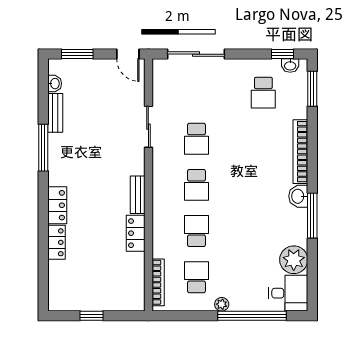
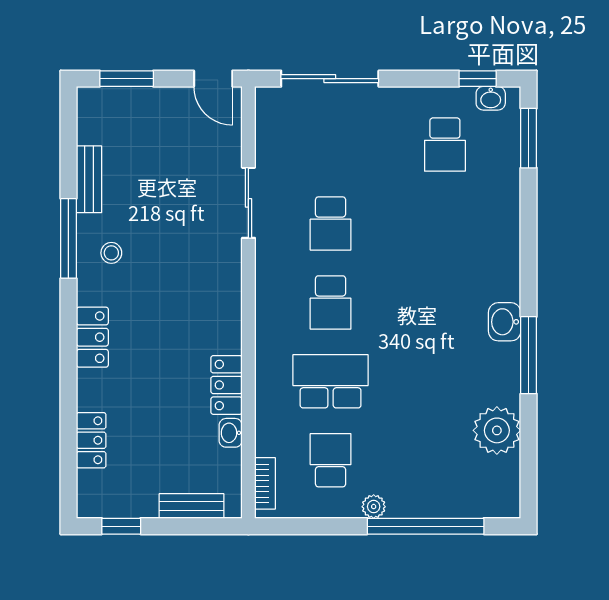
washbasin: (55, 84) -> (231, 433), moved, turned 180
bookcase: (300, 152) -> (508, 245), removed
stool: (68, 156) -> (111, 253), added
bench: (138, 195) -> (192, 506), moved, turned 90
school desk: (196, 231) -> (331, 381), width x1.85
locker: (56, 242) -> (91, 440), moved
bookcase: (158, 282) -> (265, 483), width x0.64
desk: (288, 293) -> (488, 488), removed
window: (92, 316) -> (121, 526), moved

